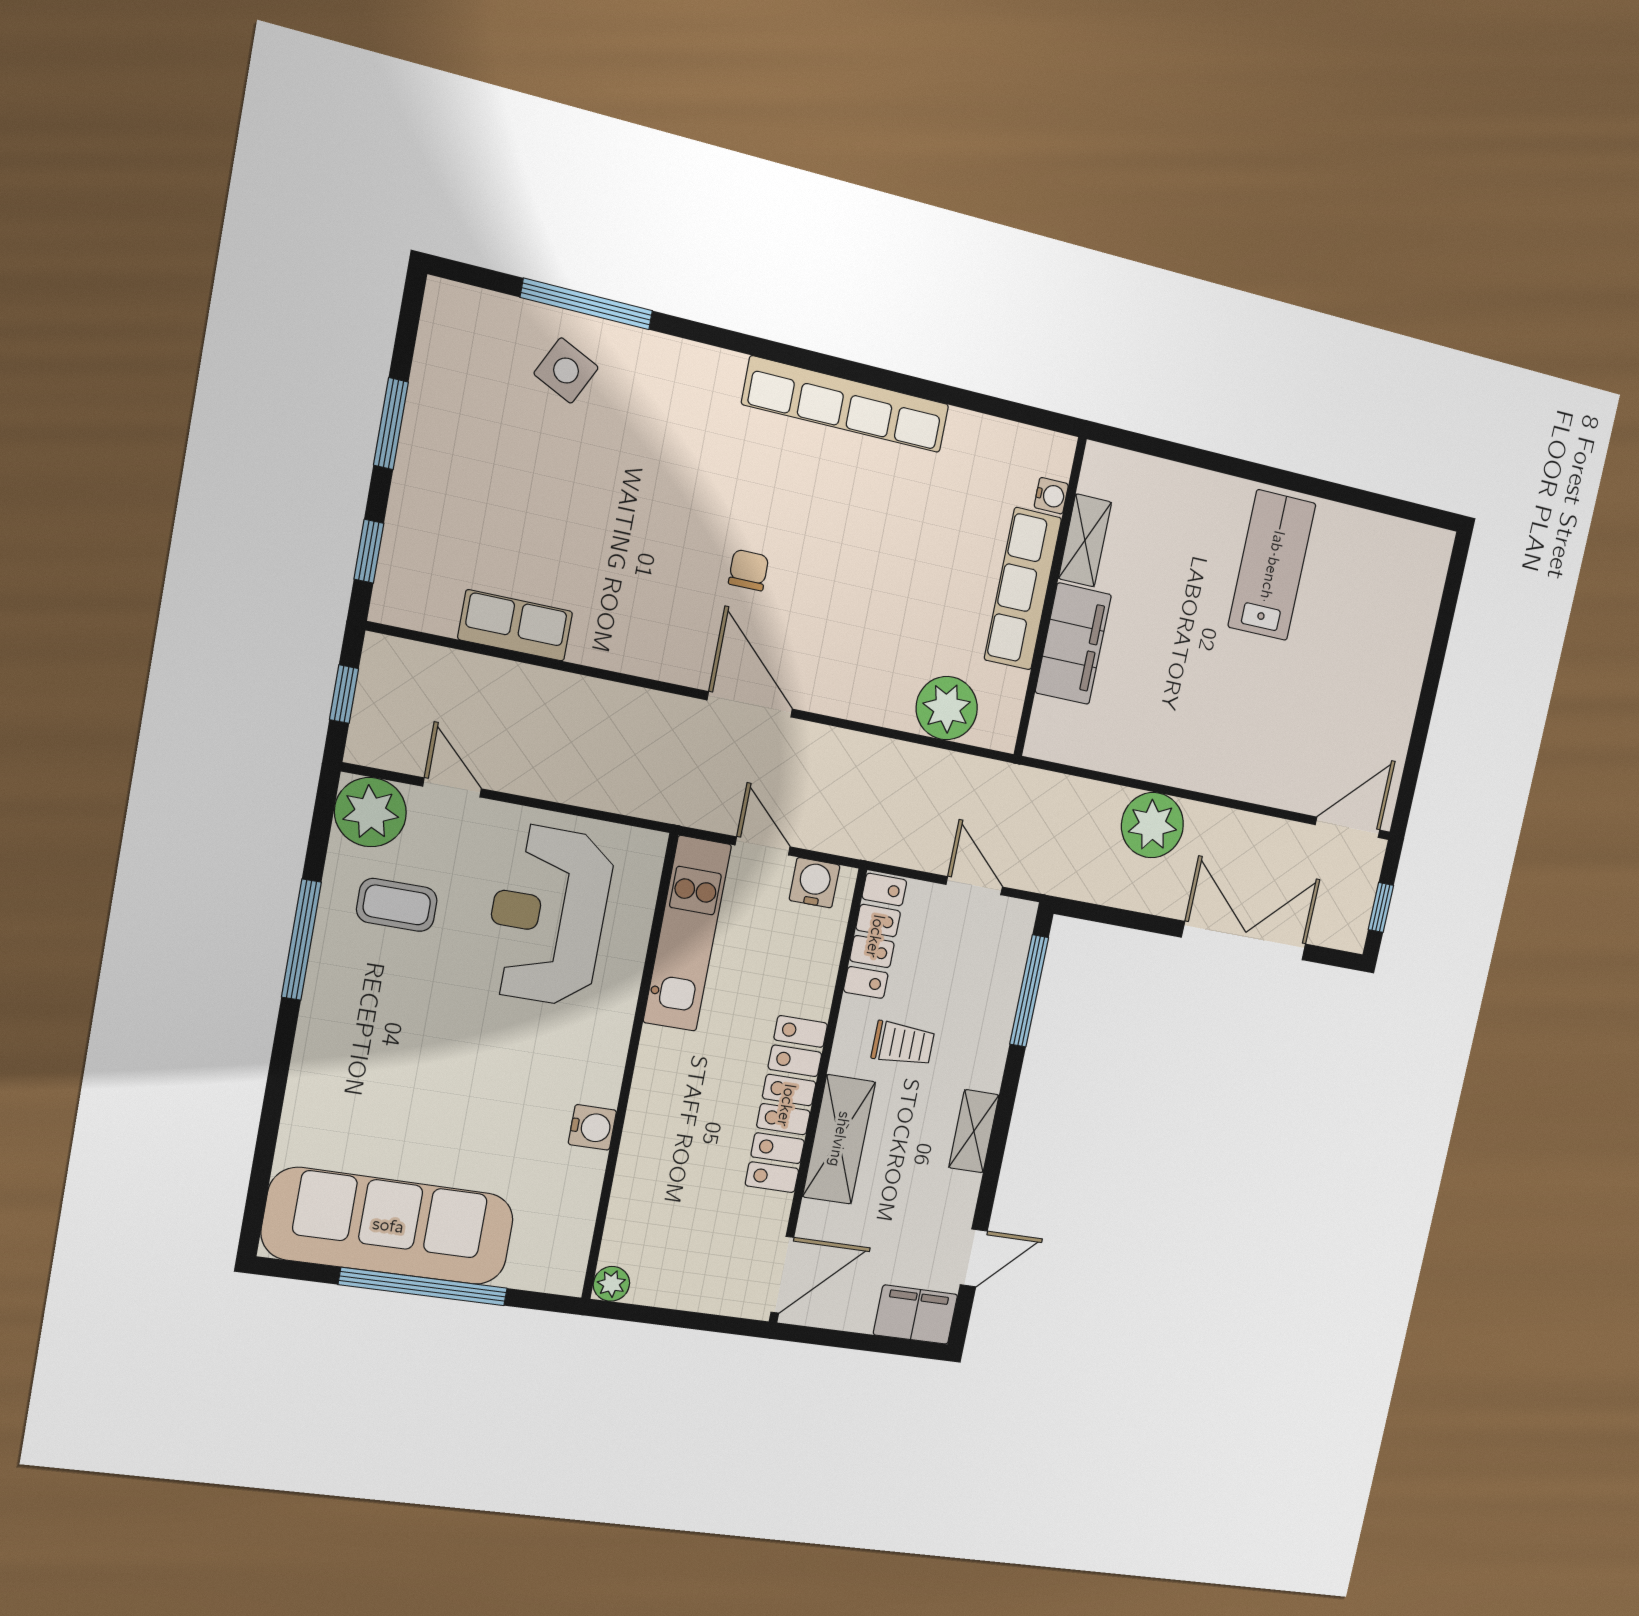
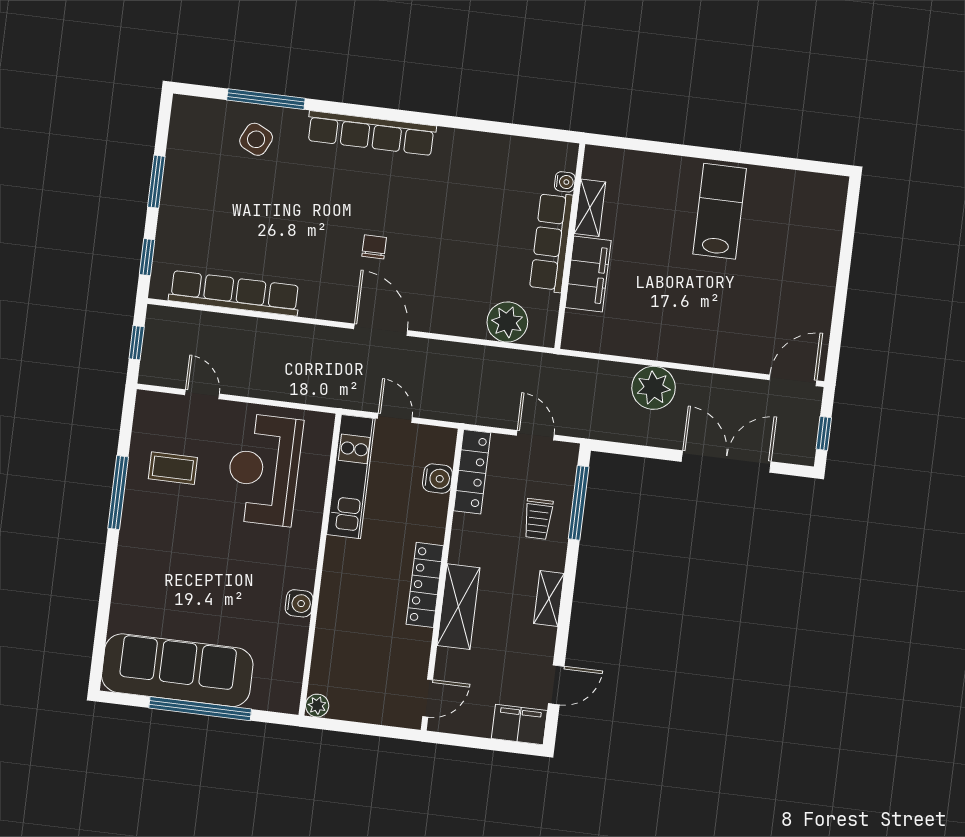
row of seats: (846, 404) -> (371, 133), moved
row of seats: (515, 625) -> (234, 293), width x2.02
plant: (370, 812) -> (155, 412), removed
water cooler: (814, 883) -> (437, 479), moved, turned 90
trolley: (903, 1044) -> (538, 519), moved, turned 90
locker: (786, 1105) -> (425, 585), width x0.71, depth x0.83
door: (782, 1275) -> (428, 698), width x0.73

